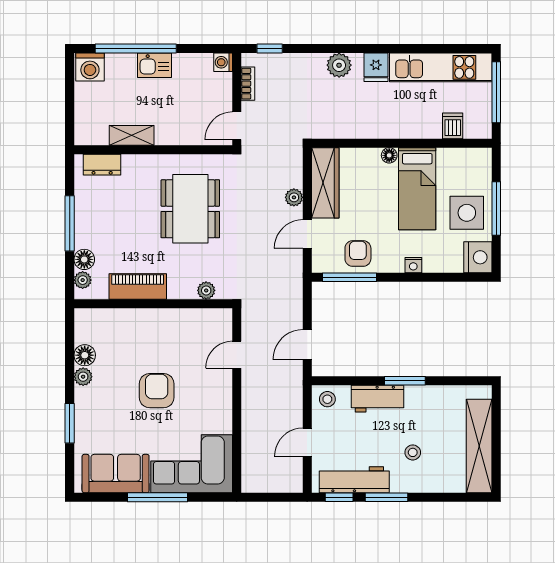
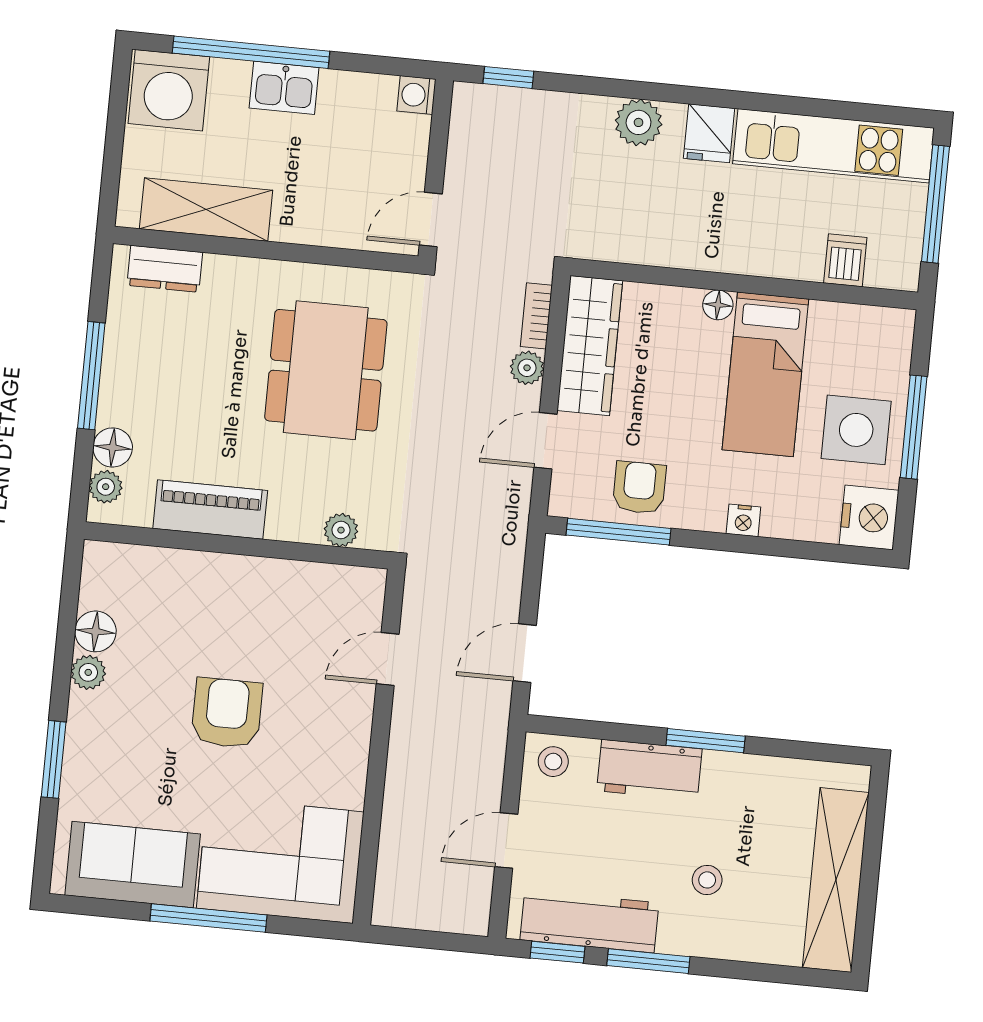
washing machine: (90, 67) -> (169, 90), width x1.37, depth x1.37
bookcase: (248, 84) -> (536, 316), moved, turned 180
shelving: (132, 135) -> (206, 210), width x1.50, depth x1.33

